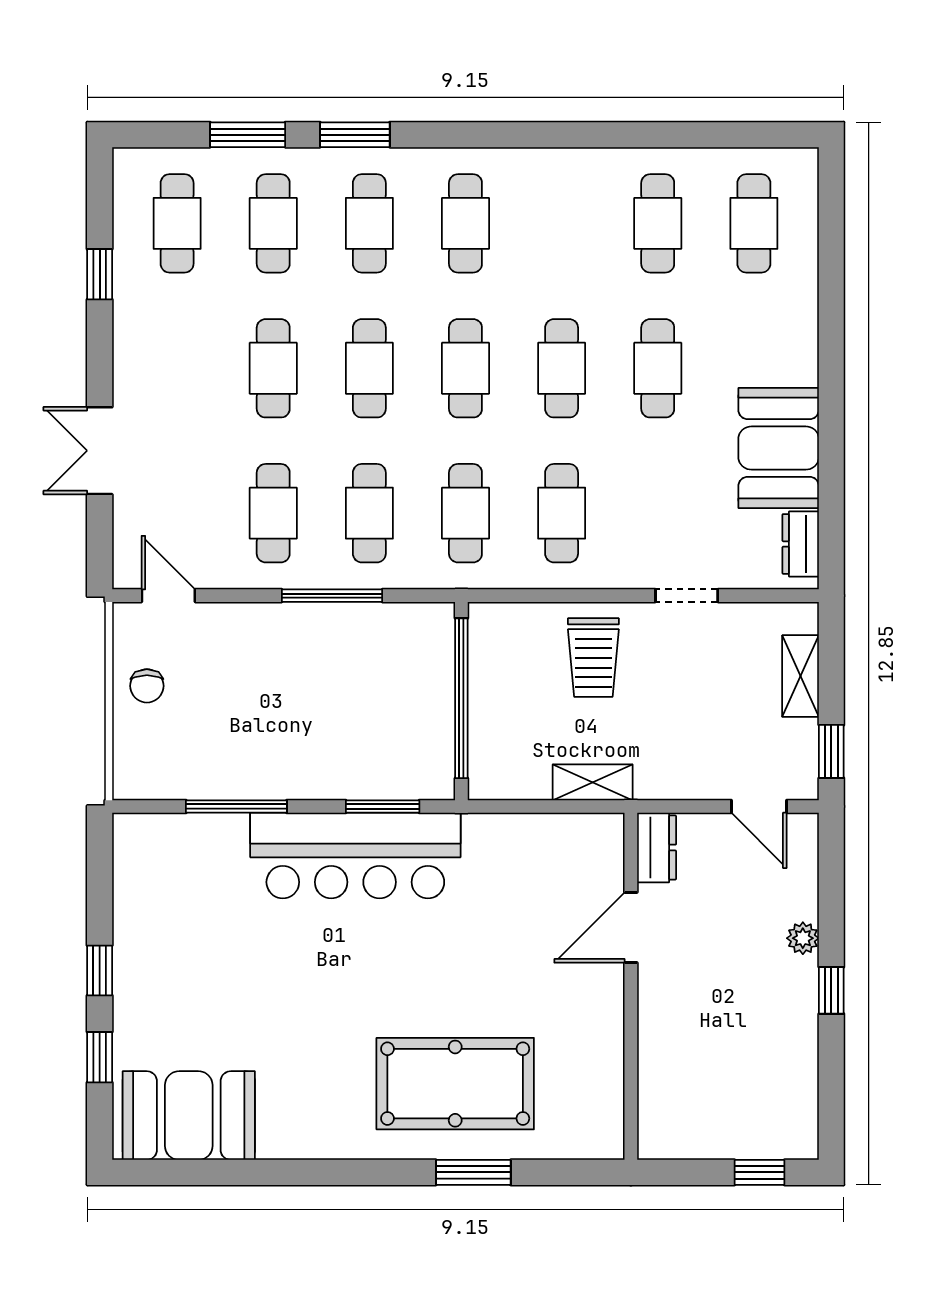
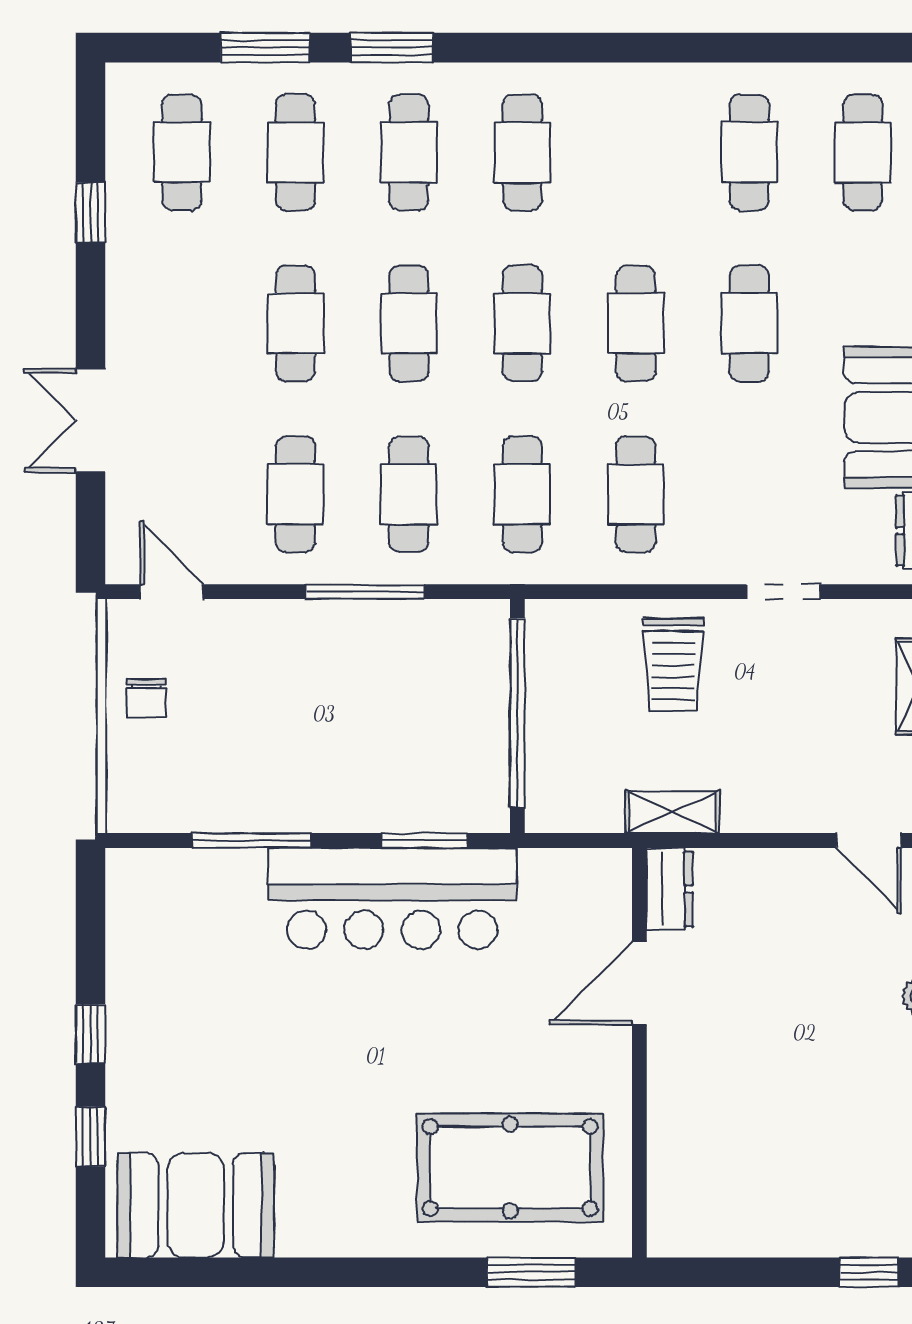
dresser: (657, 848) -> (670, 889), moved
door: (631, 928) -> (639, 983), moved
wall: (631, 986) -> (639, 1053), moved

